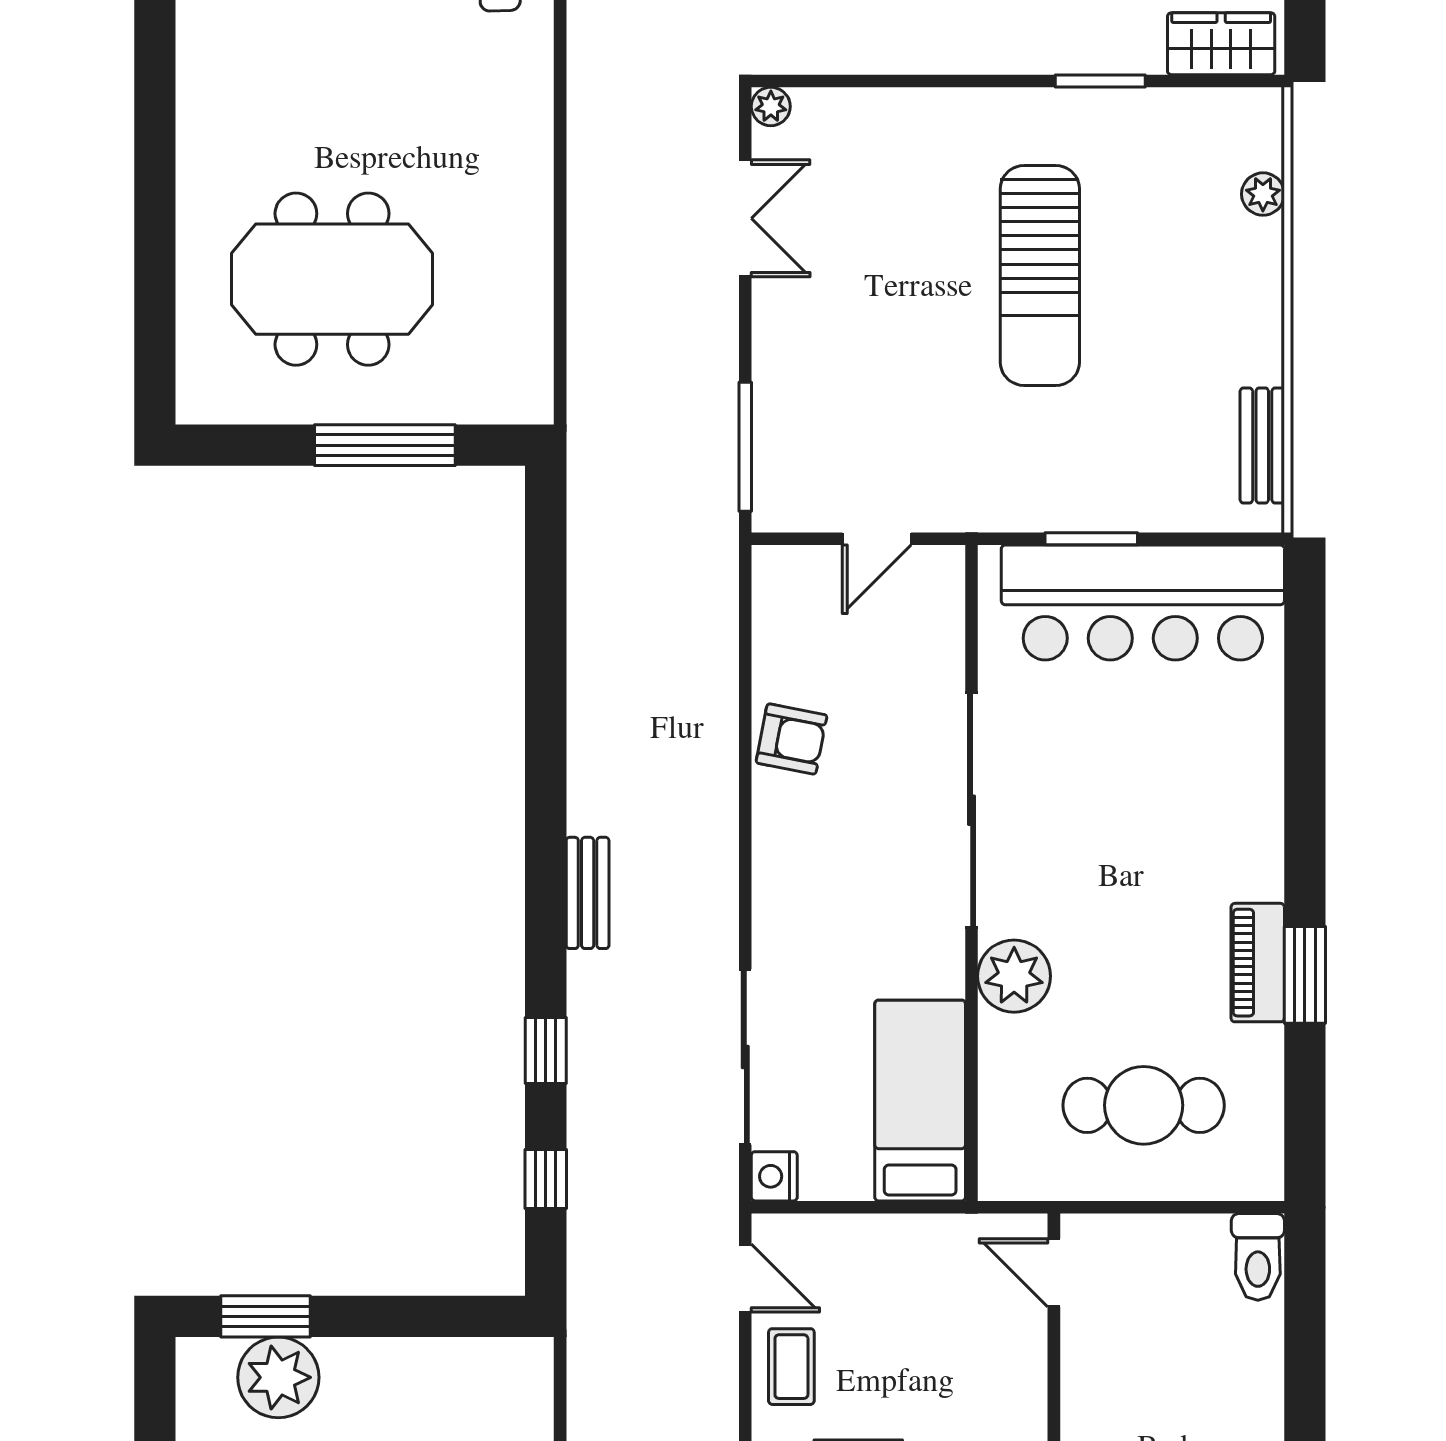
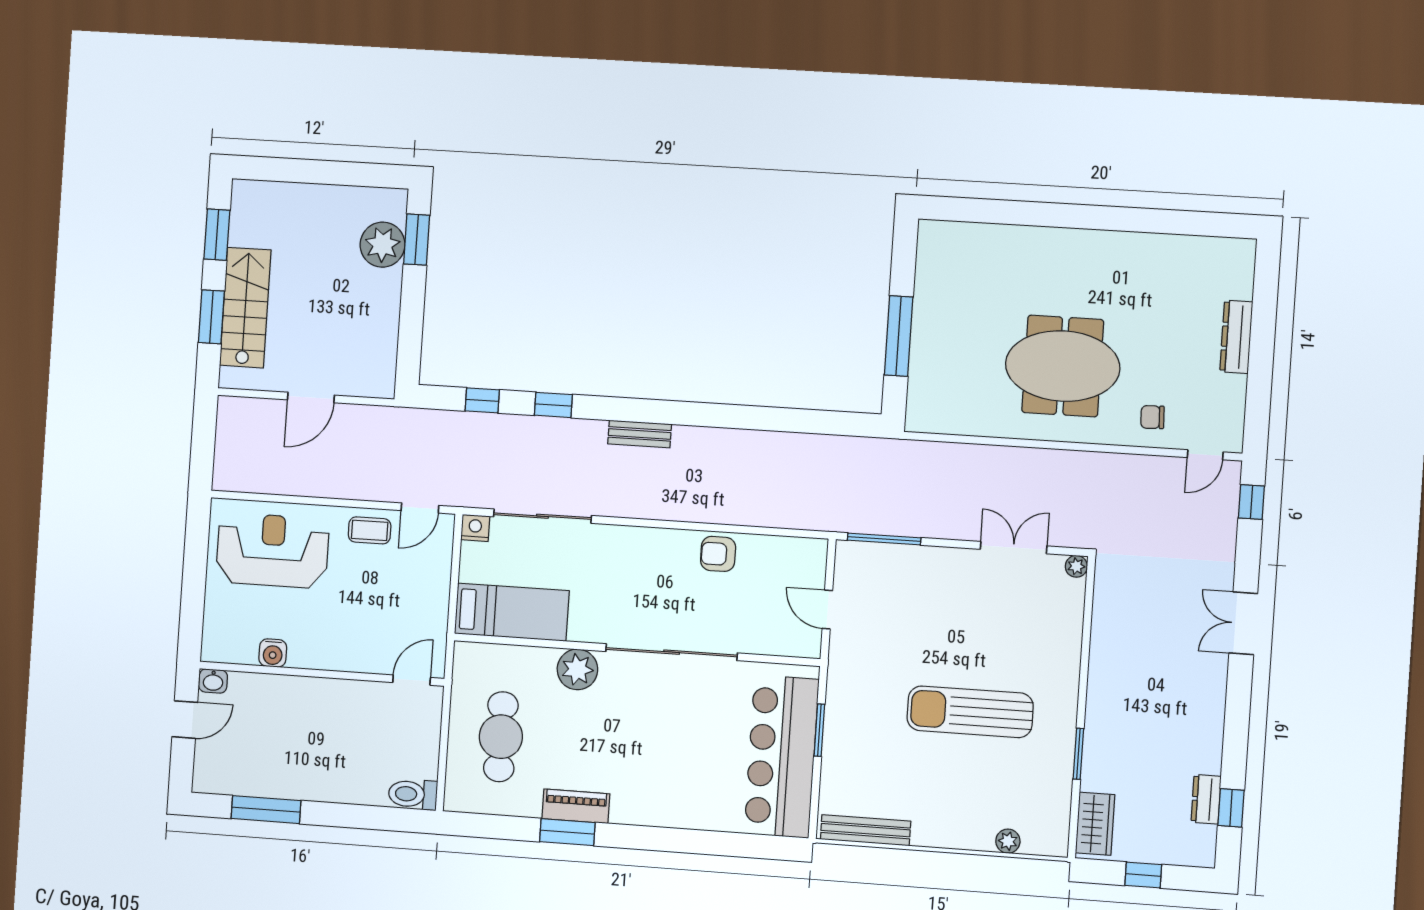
double door: (745, 218) -> (1014, 548), swing flipped
meeting table: (332, 279) -> (1063, 366), moved, turned 90
bench: (1262, 445) -> (866, 830), width x1.36
armchair: (791, 739) -> (718, 554), turned 79

